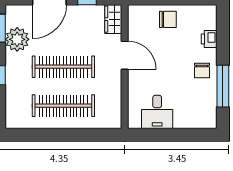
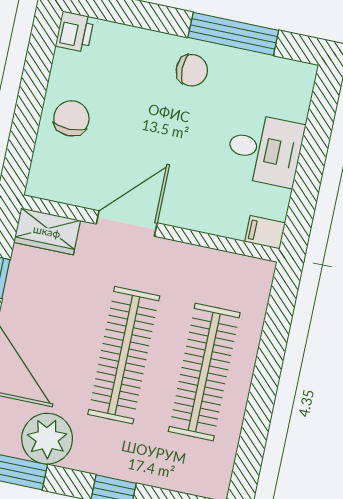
printer: (209, 39) -> (75, 32), moved, turned -90
desk: (157, 112) -> (265, 150), moved
filing cabinet: (134, 120) -> (265, 232), added

